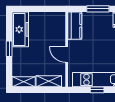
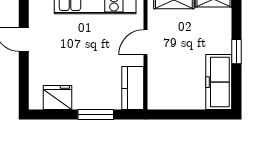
door: (67, 55) -> (145, 42), swing flipped

